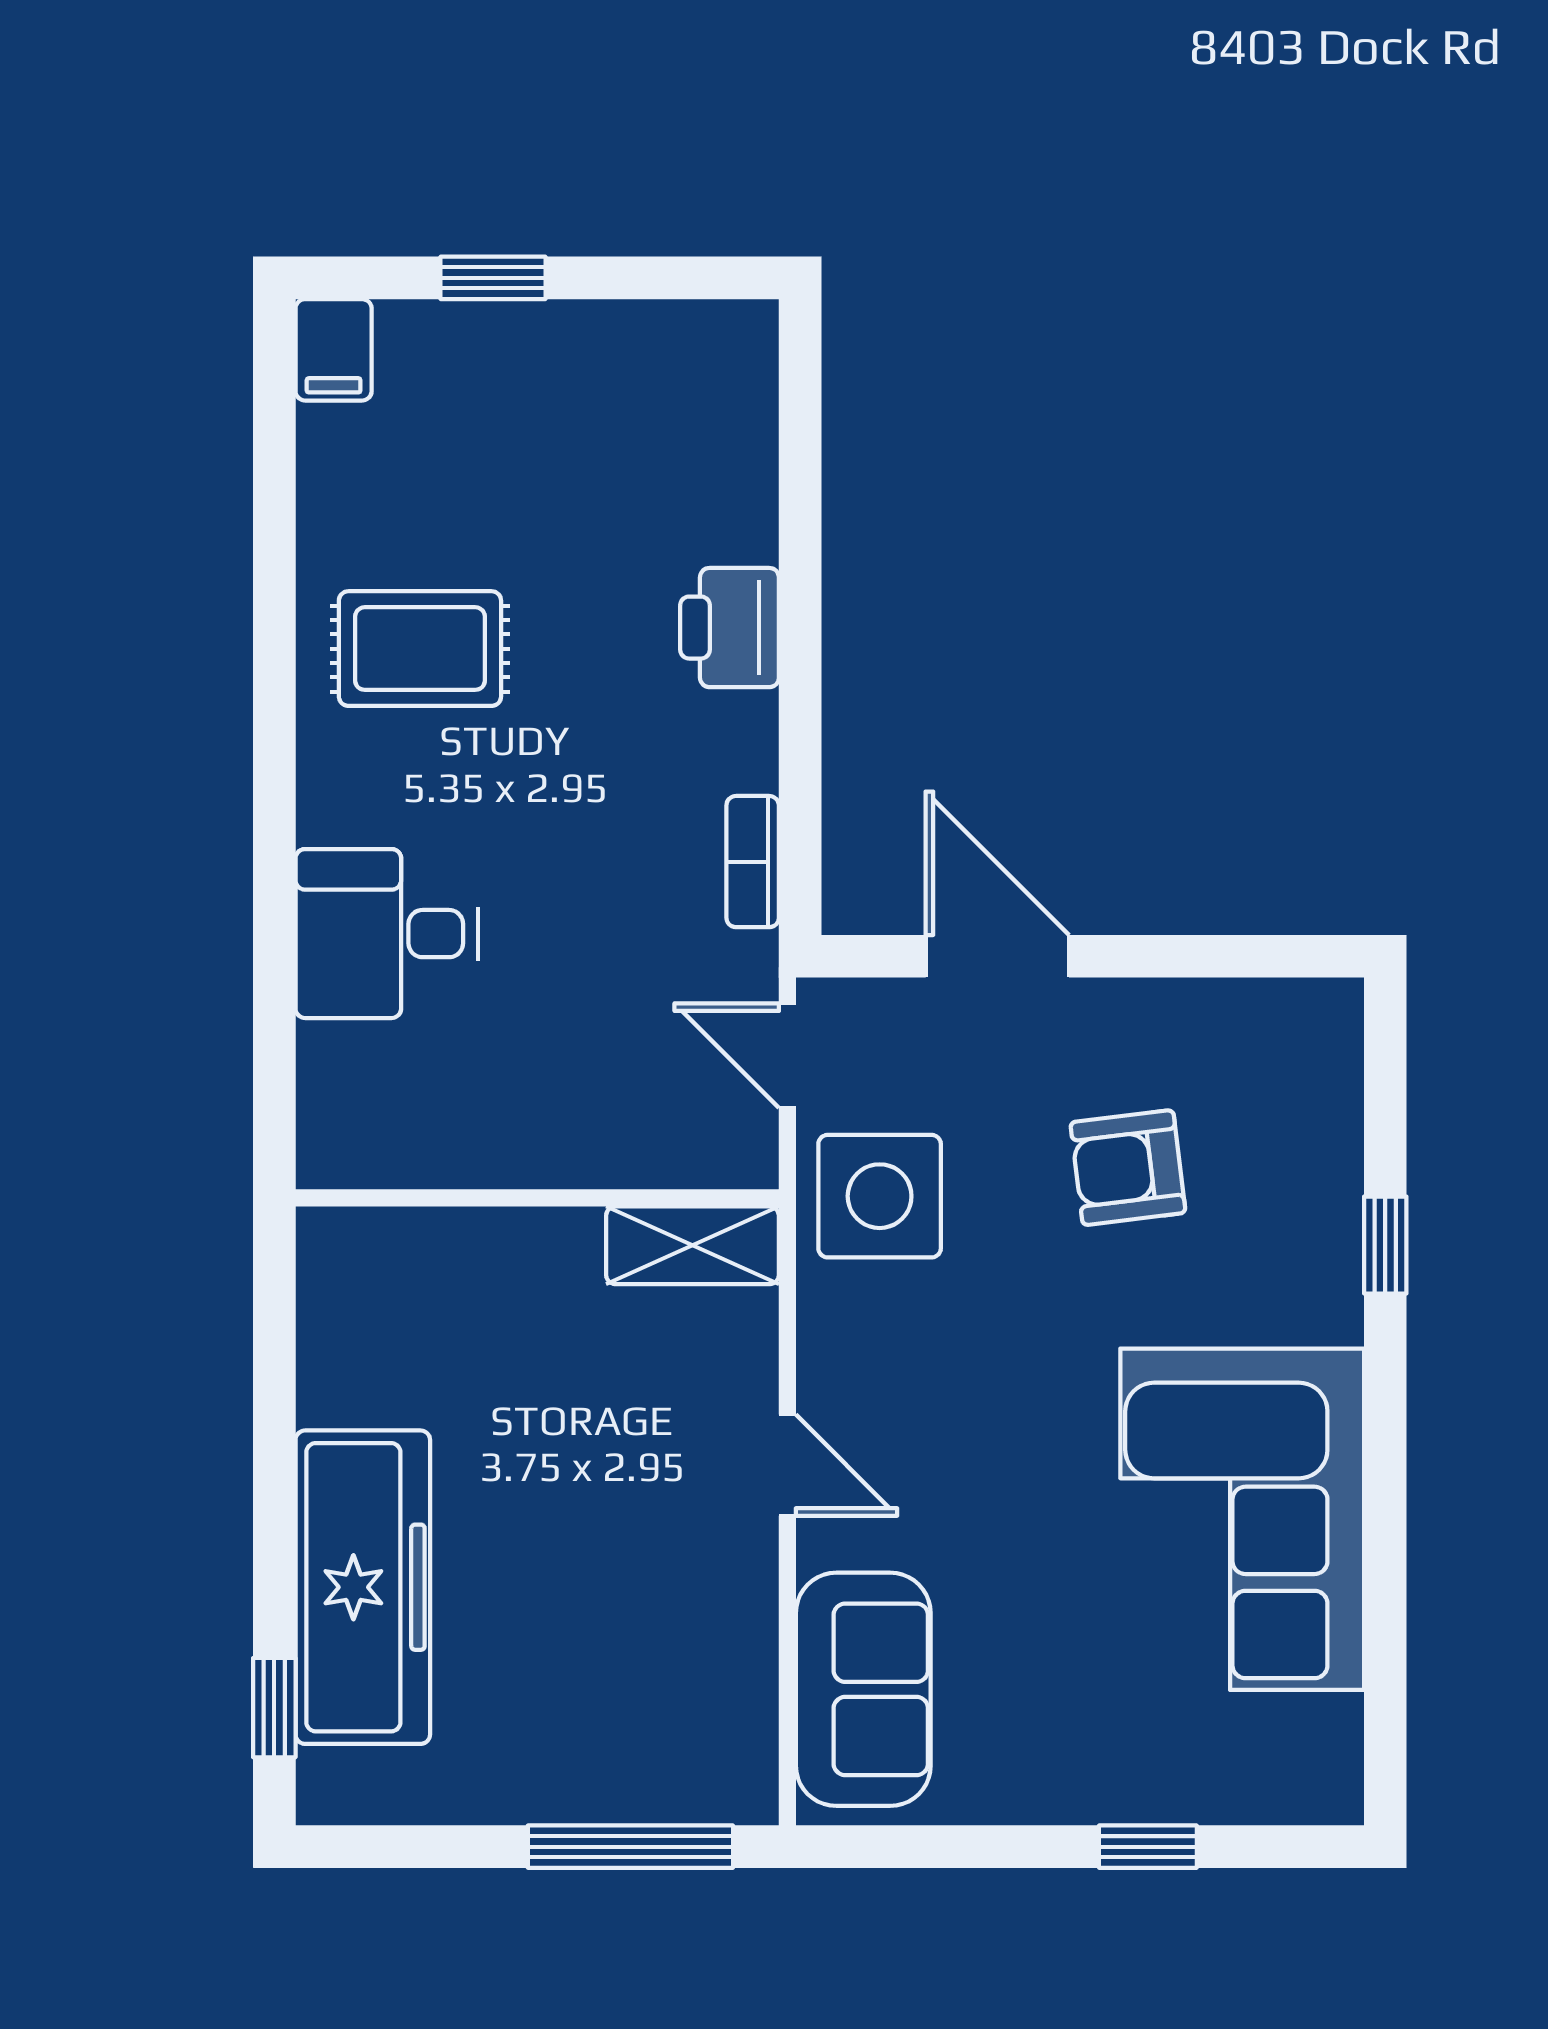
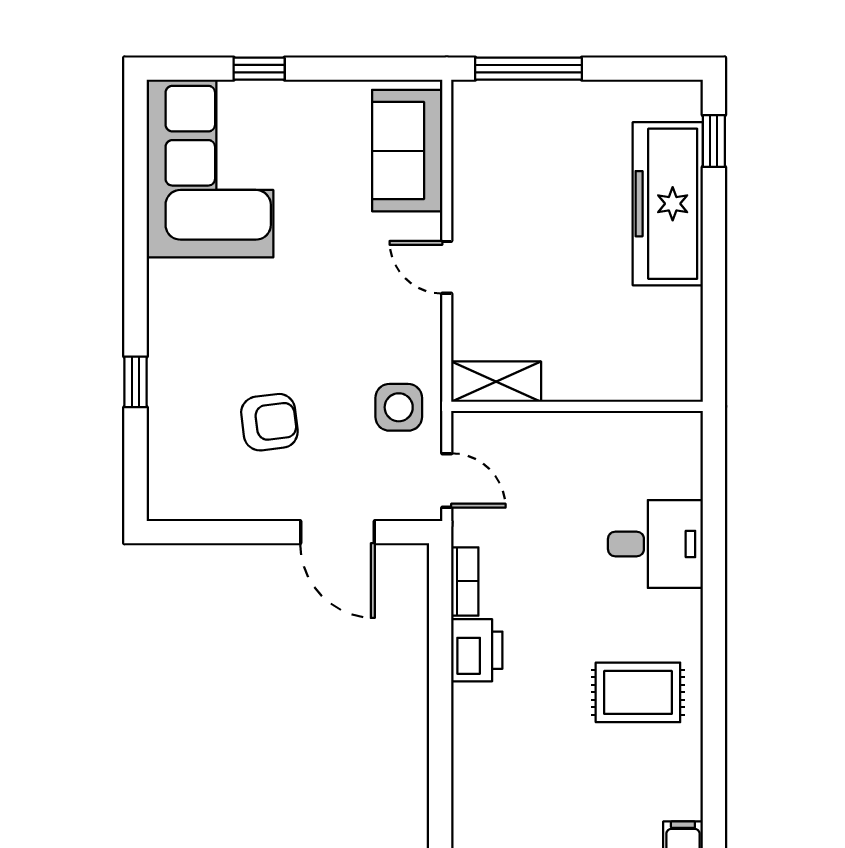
printer: (730, 628) -> (477, 650), moved
side table: (880, 1196) -> (399, 407), width x0.73, depth x0.73
corner sofa: (1242, 1519) -> (210, 169), moved

